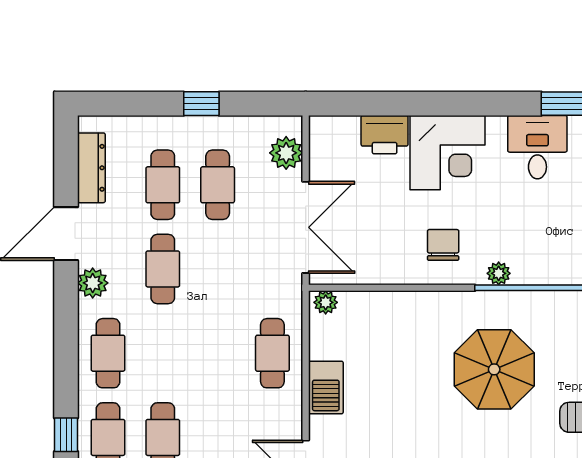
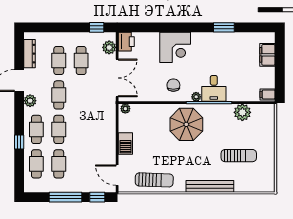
window: (201, 104) -> (97, 27), moved
printer: (385, 135) -> (126, 42), moved, turned -90
desk: (537, 147) -> (214, 88), moved, turned 180
cafe table: (272, 353) -> (59, 129), moved
parasol: (494, 369) -> (186, 124), moved
window: (66, 435) -> (19, 142), moved

